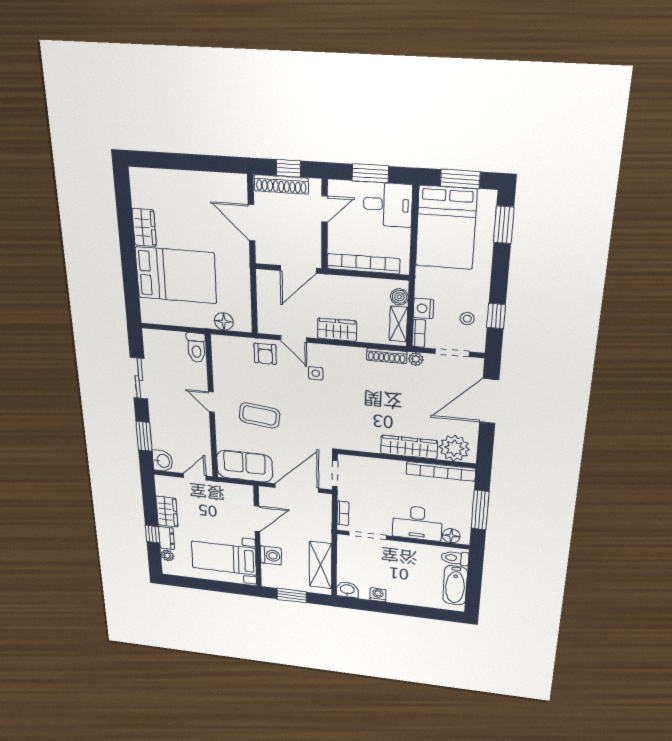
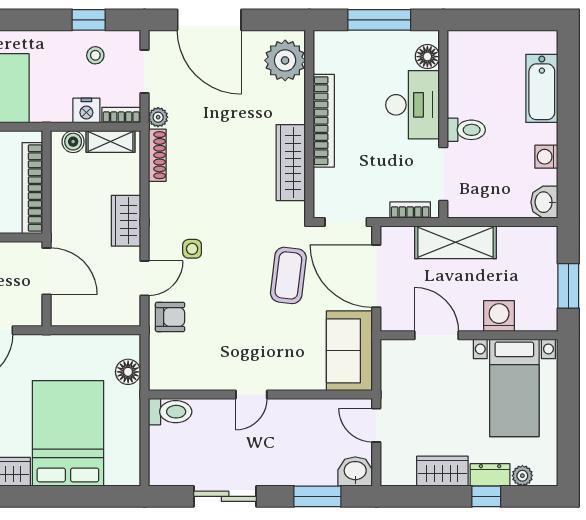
coffee table: (259, 415) -> (288, 275), moved
wardrobe: (409, 447) -> (291, 163), moved
bookcase: (441, 471) -> (324, 121), moved
toilet: (455, 558) -> (466, 130), moved, turned -90
shelving: (320, 565) -> (456, 242), moved
bathtub: (455, 585) -> (542, 88), moved, turned 90

